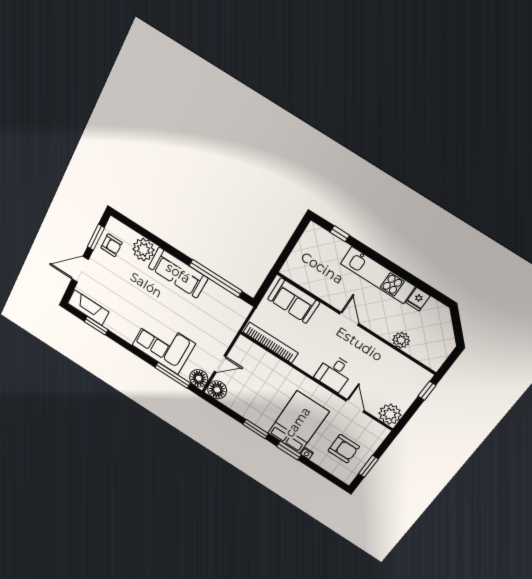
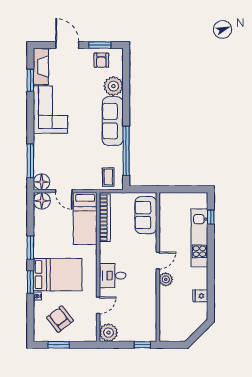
kitchen unit: (378, 275) -> (199, 238), moved
coffee table: (232, 313) -> (108, 177), added
plant: (401, 340) -> (166, 279), moved
corner sofa: (164, 344) -> (50, 110), moved
bed: (259, 362) -> (85, 219), added
armchair: (344, 449) -> (60, 319), turned 142

